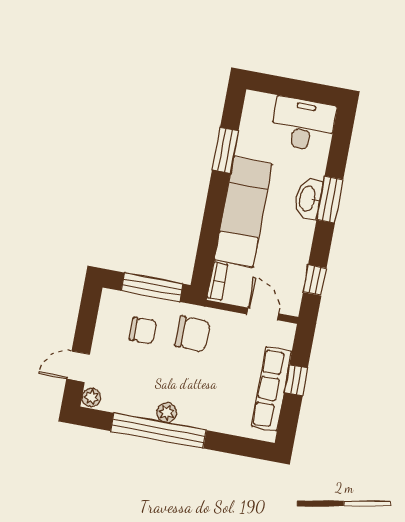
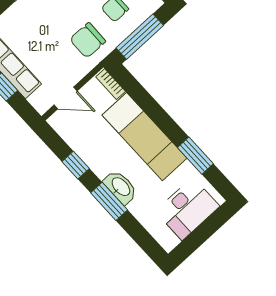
desk: (303, 124) -> (187, 209), moved
window: (315, 280) -> (76, 165), moved

